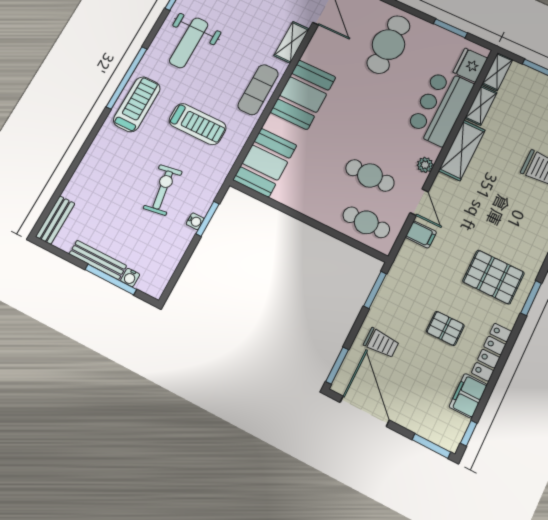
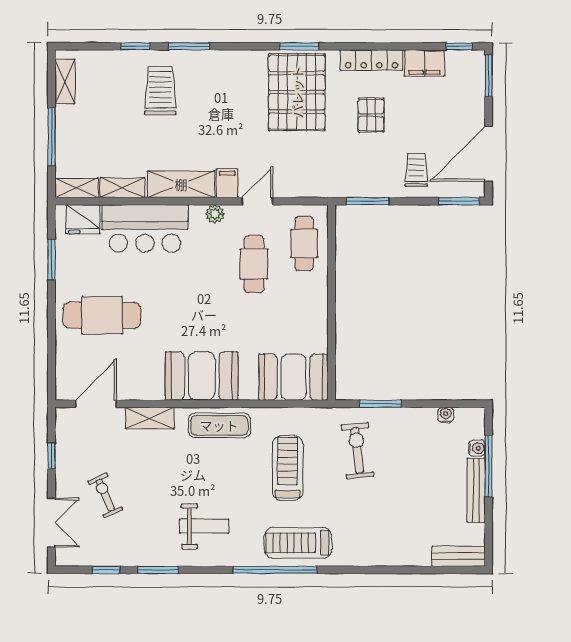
weight bench: (189, 43) -> (204, 526), width x0.73, depth x0.75
exercise bike: (163, 190) -> (357, 451), moved, turned 93
water cooler: (195, 221) -> (446, 415), moved
filing cabinet: (421, 234) -> (227, 183), moved
pallet: (493, 277) -> (297, 92), width x1.37, depth x1.41

